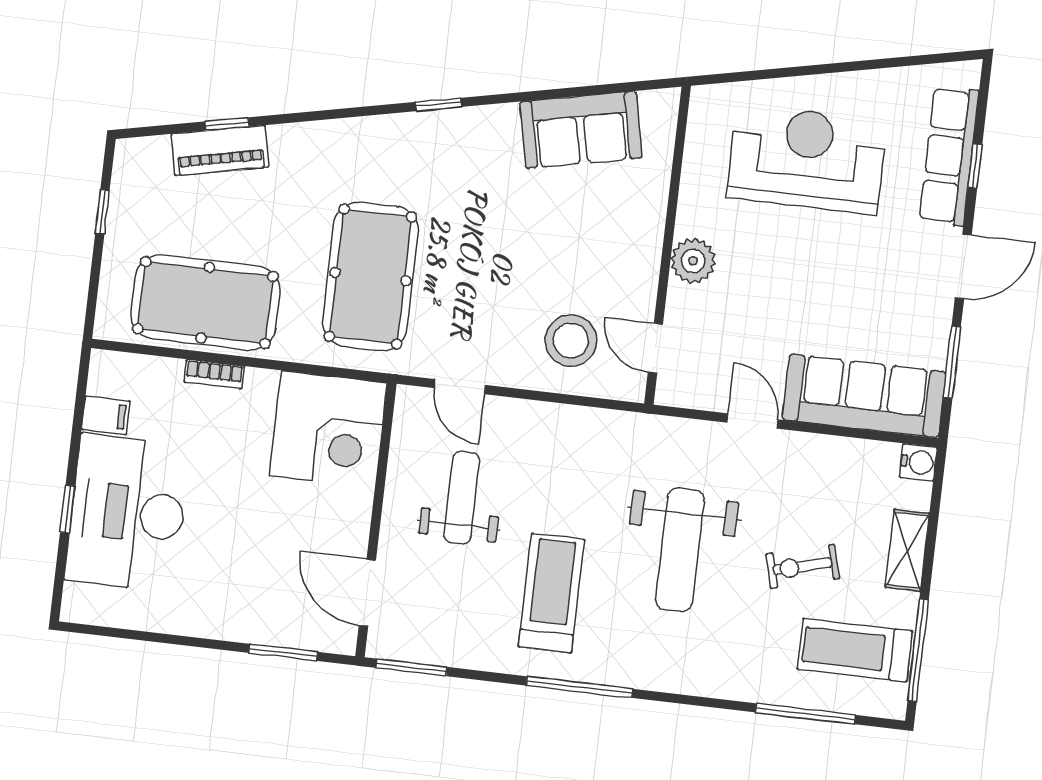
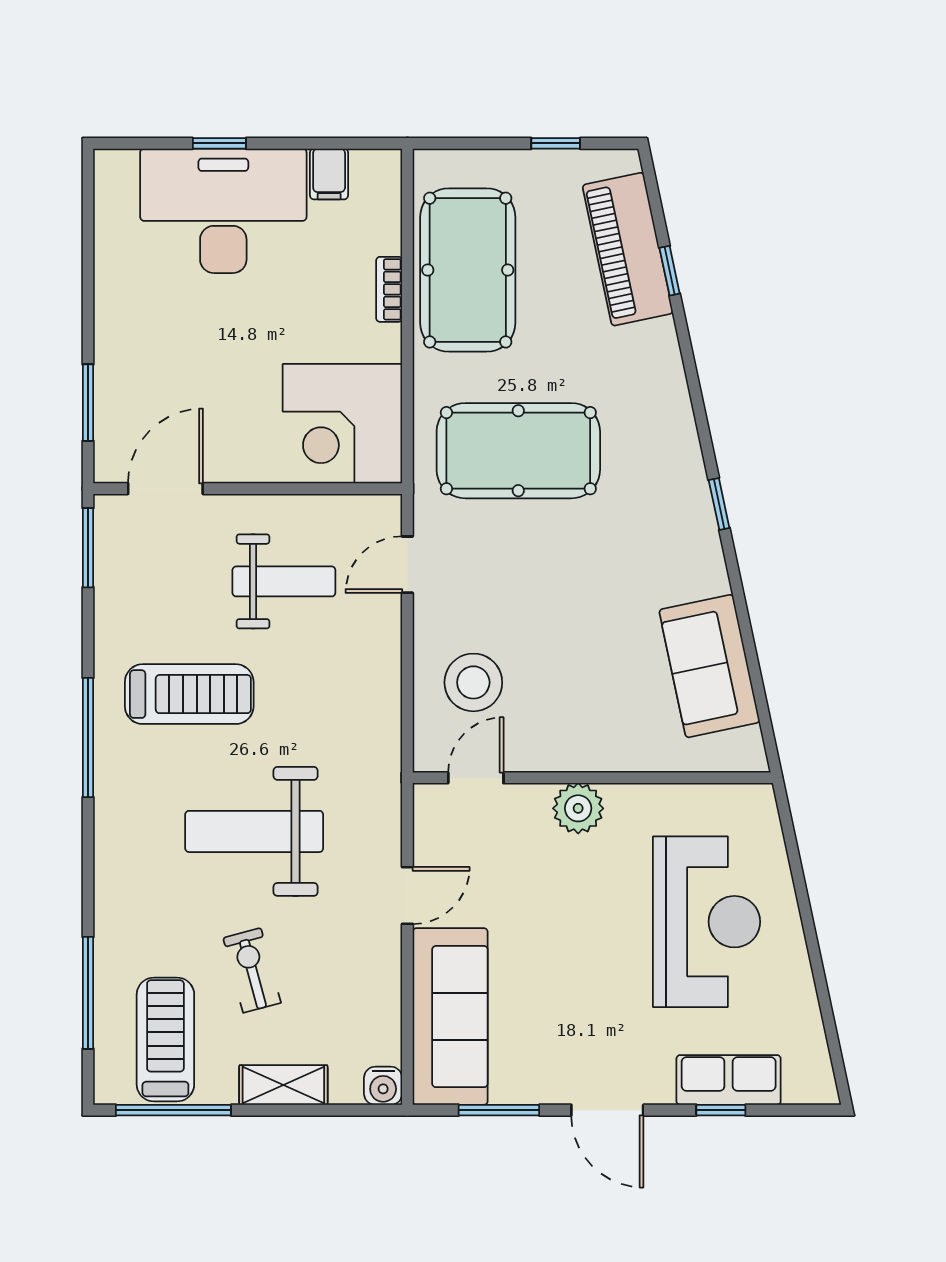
piano: (220, 150) -> (628, 249), width x1.37, depth x1.33
row of seats: (949, 156) -> (729, 1080), width x0.68

